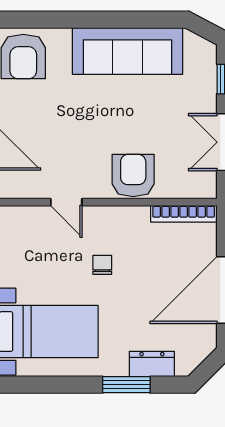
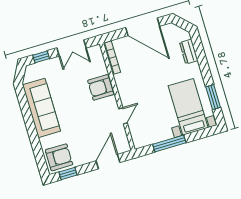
chair: (102, 265) -> (148, 90), removed
window: (126, 385) -> (213, 97), moved

